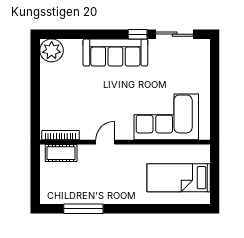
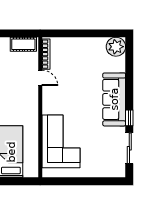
door: (105, 142) -> (40, 78), moved
cot: (61, 153) -> (23, 44), moved, turned 90

